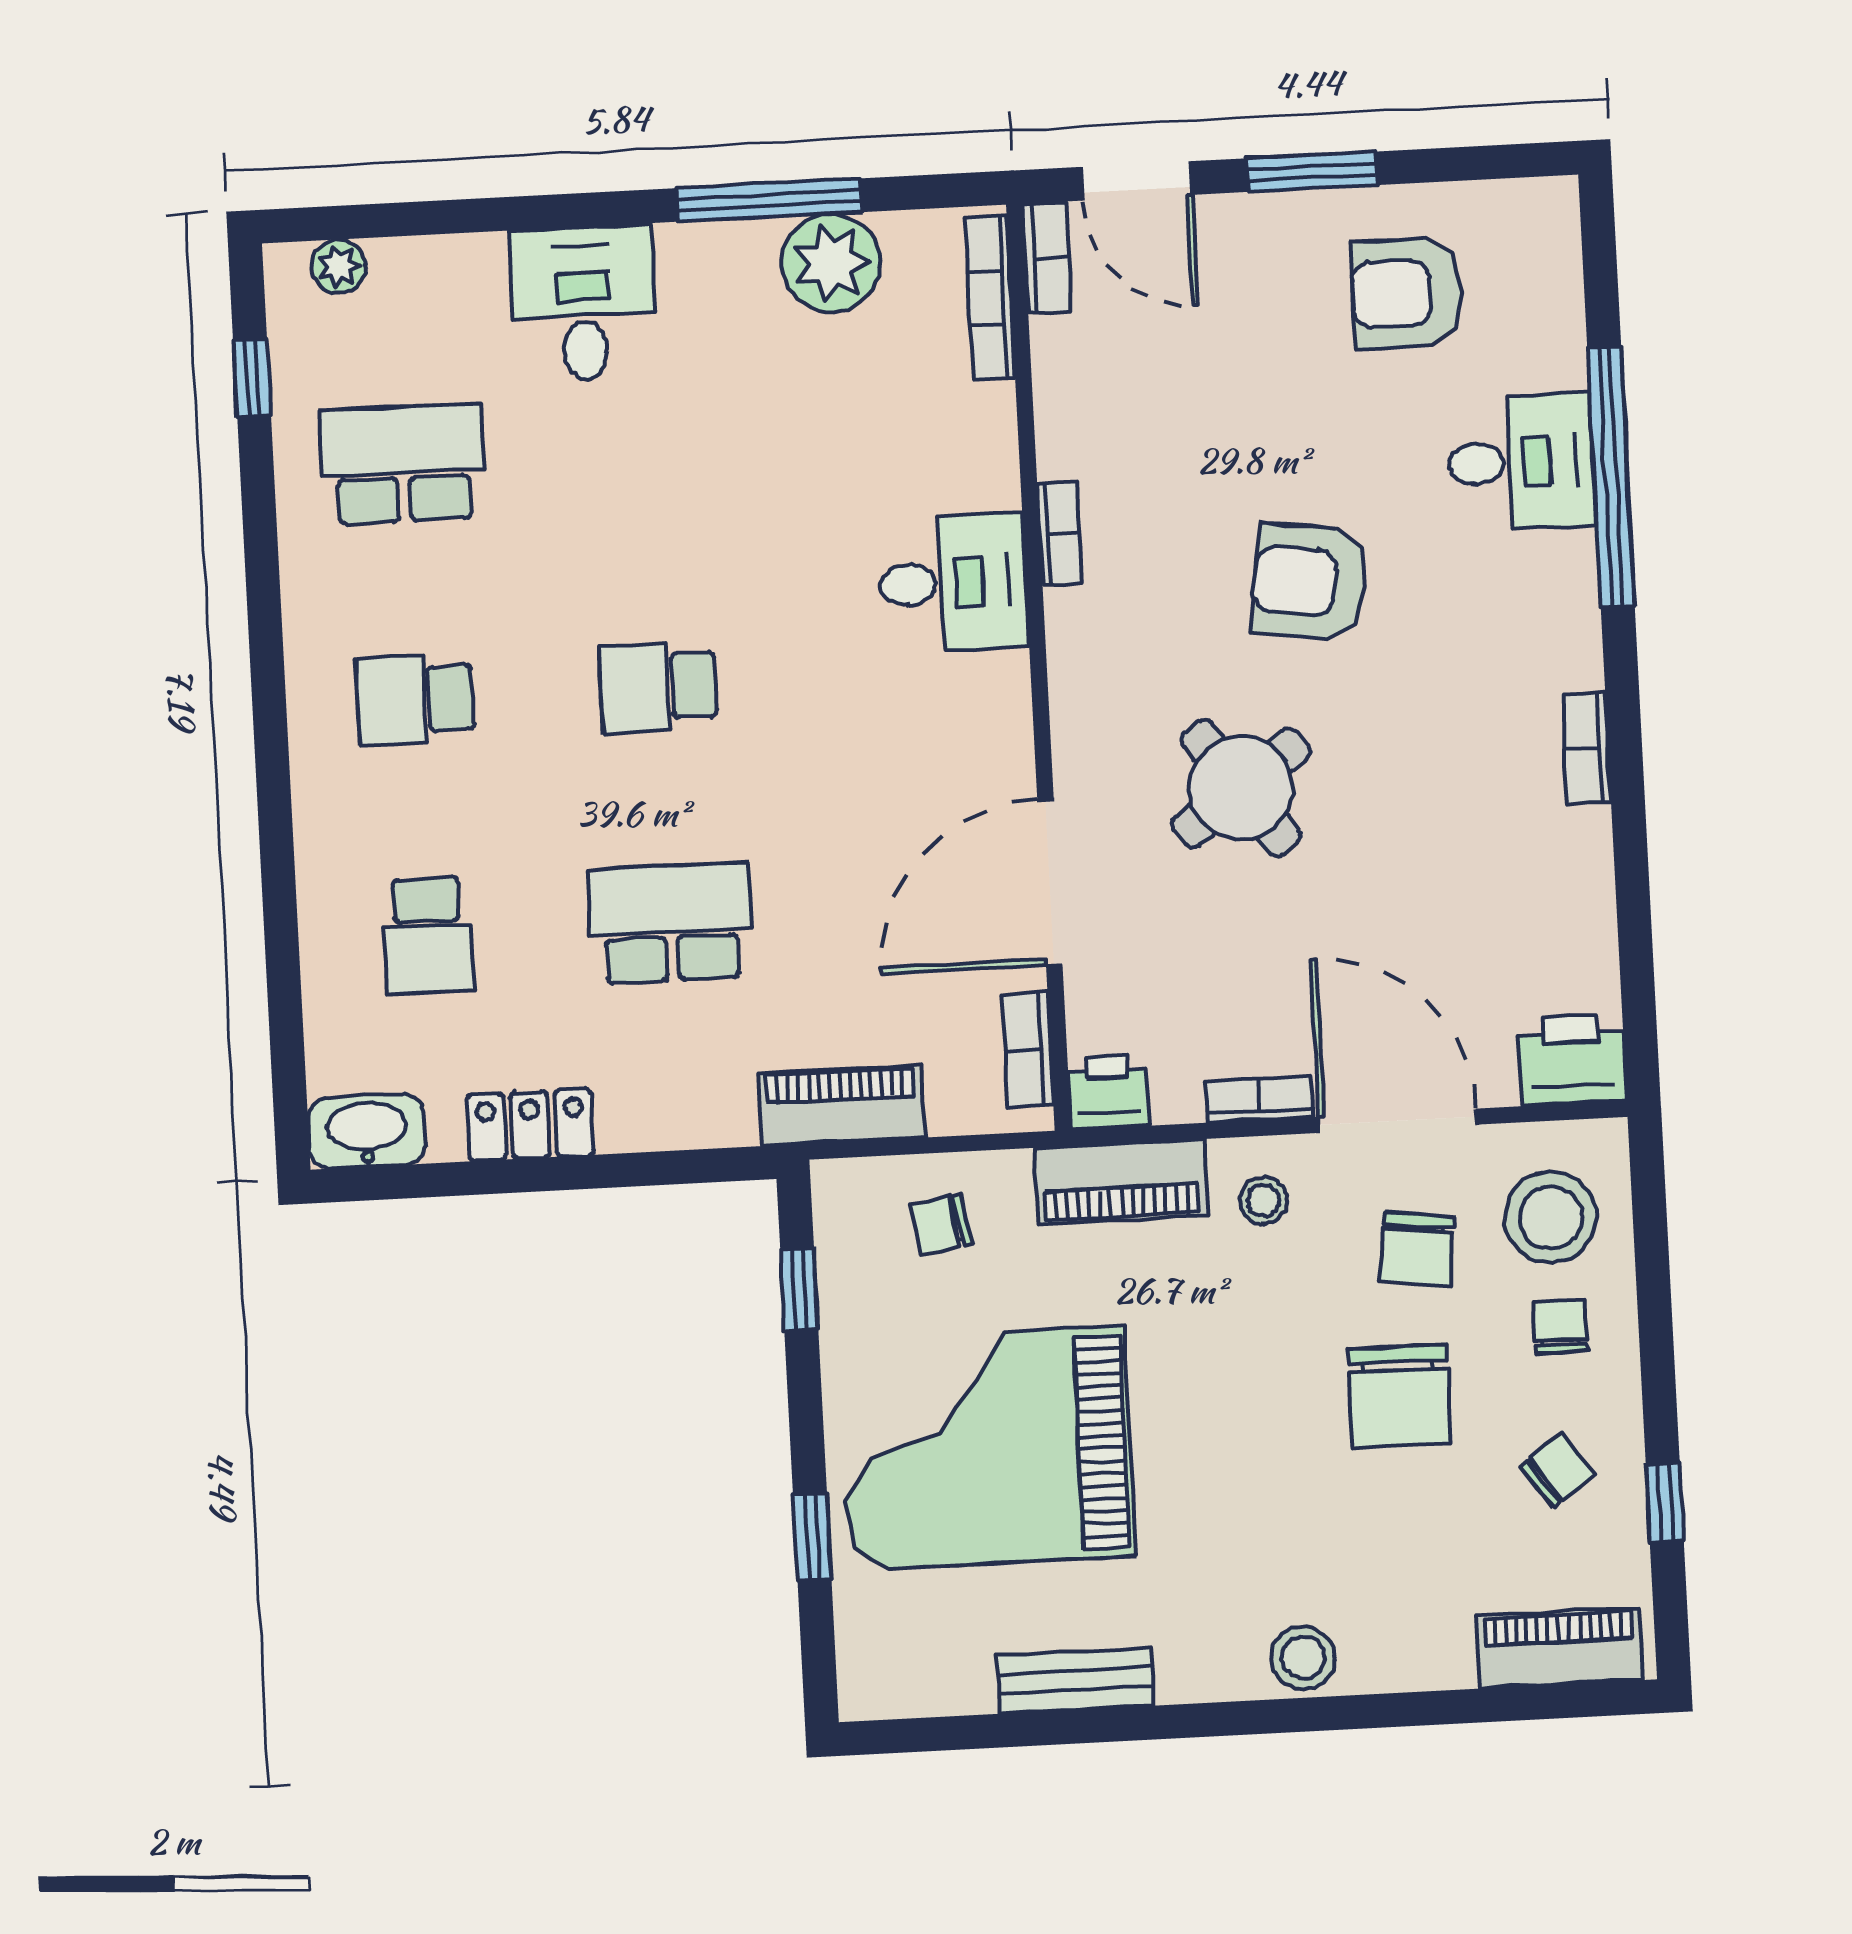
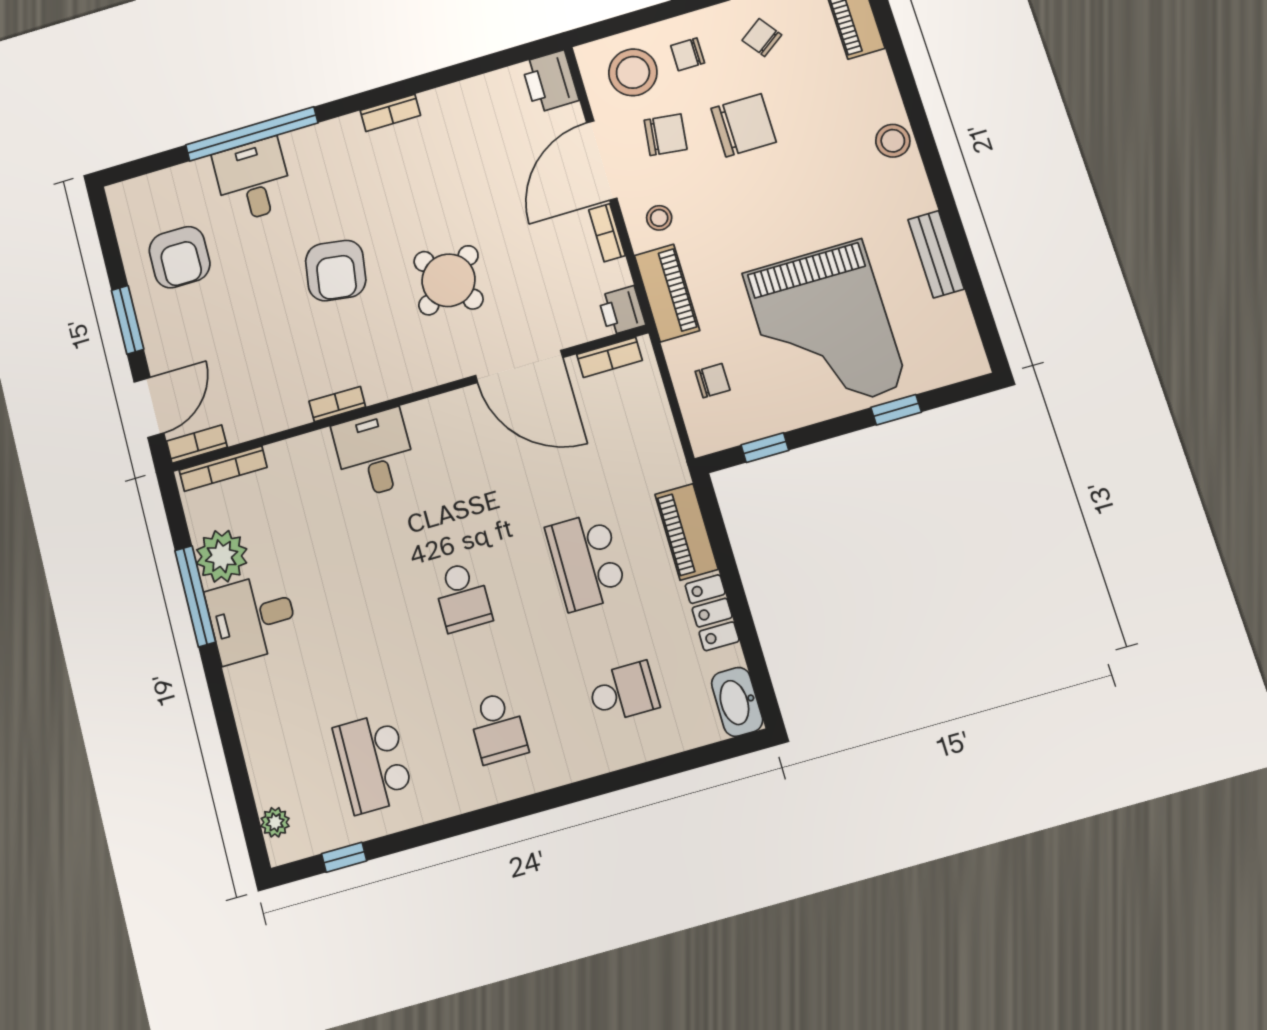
desk: (583, 303) -> (252, 618), moved
piano: (841, 1105) -> (687, 532), moved
chair: (941, 1225) -> (713, 381), turned -80

